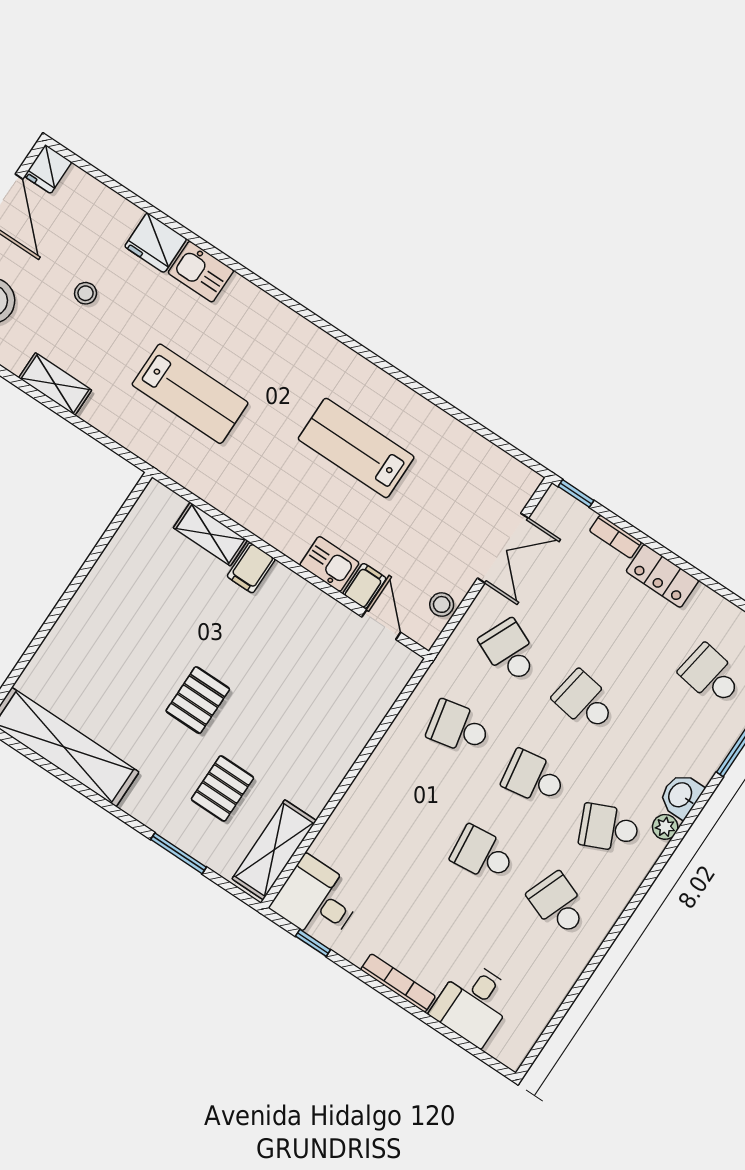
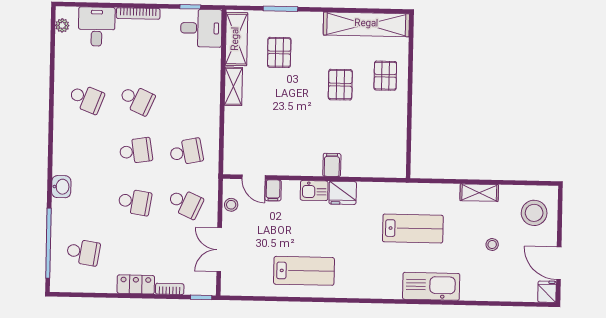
fridge: (156, 243) -> (343, 193), moved, turned 180
kitchen sink: (201, 272) -> (431, 286), width x1.87, depth x1.24
lab bench: (190, 394) -> (413, 229), turned 180
lab bench: (356, 448) -> (304, 271), moved
shelving: (210, 534) -> (233, 86), moved, turned 90
kitchen sink: (329, 564) -> (314, 191), moved
pallet: (84, 651) -> (385, 76), added
pallet: (198, 700) -> (340, 85), moved
plant: (665, 827) -> (62, 25), moved
school desk: (609, 828) -> (85, 150), removed
school desk: (483, 854) -> (137, 100), turned 30

